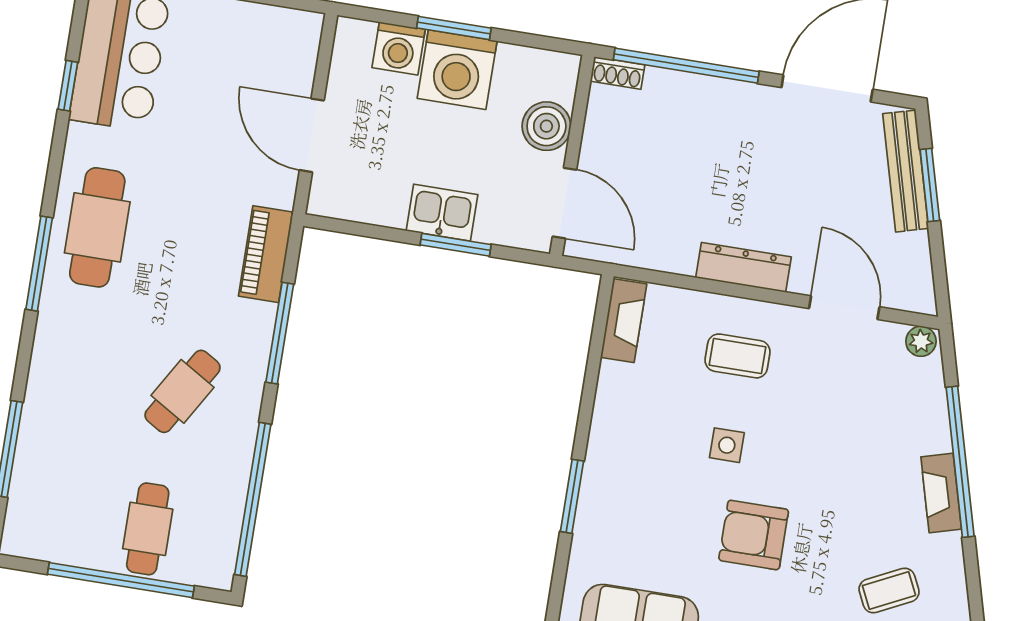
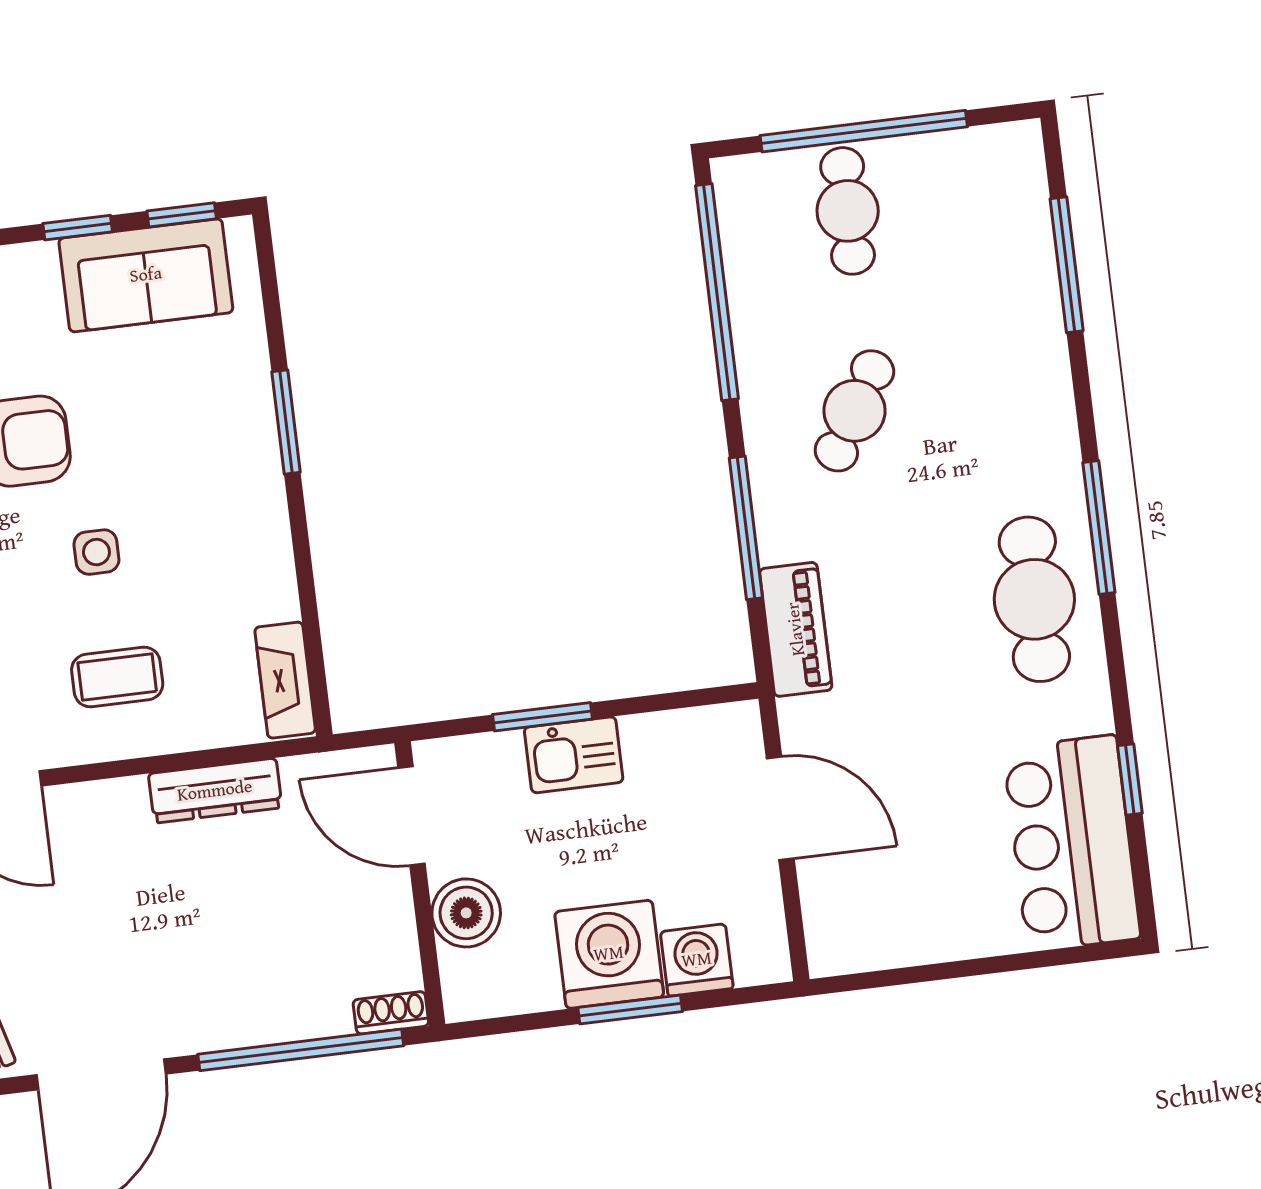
dresser: (744, 267) -> (215, 791), moved

